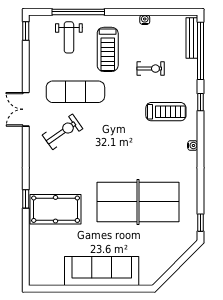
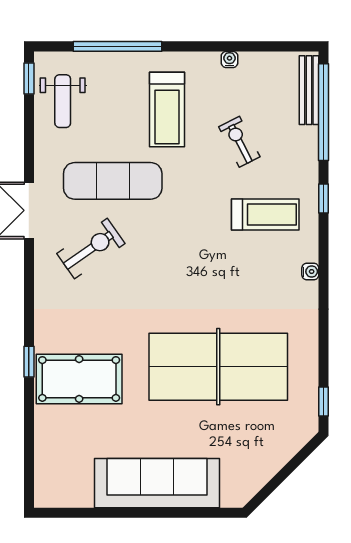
weight bench: (69, 37) -> (63, 101), moved
exercise bike: (151, 69) -> (239, 142), turned -117

